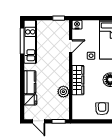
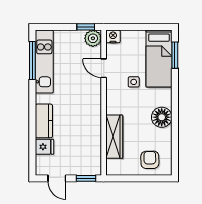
door: (71, 46) -> (104, 68), swing flipped
wardrobe: (78, 80) -> (114, 137), moved
plant: (63, 92) -> (93, 38), moved

